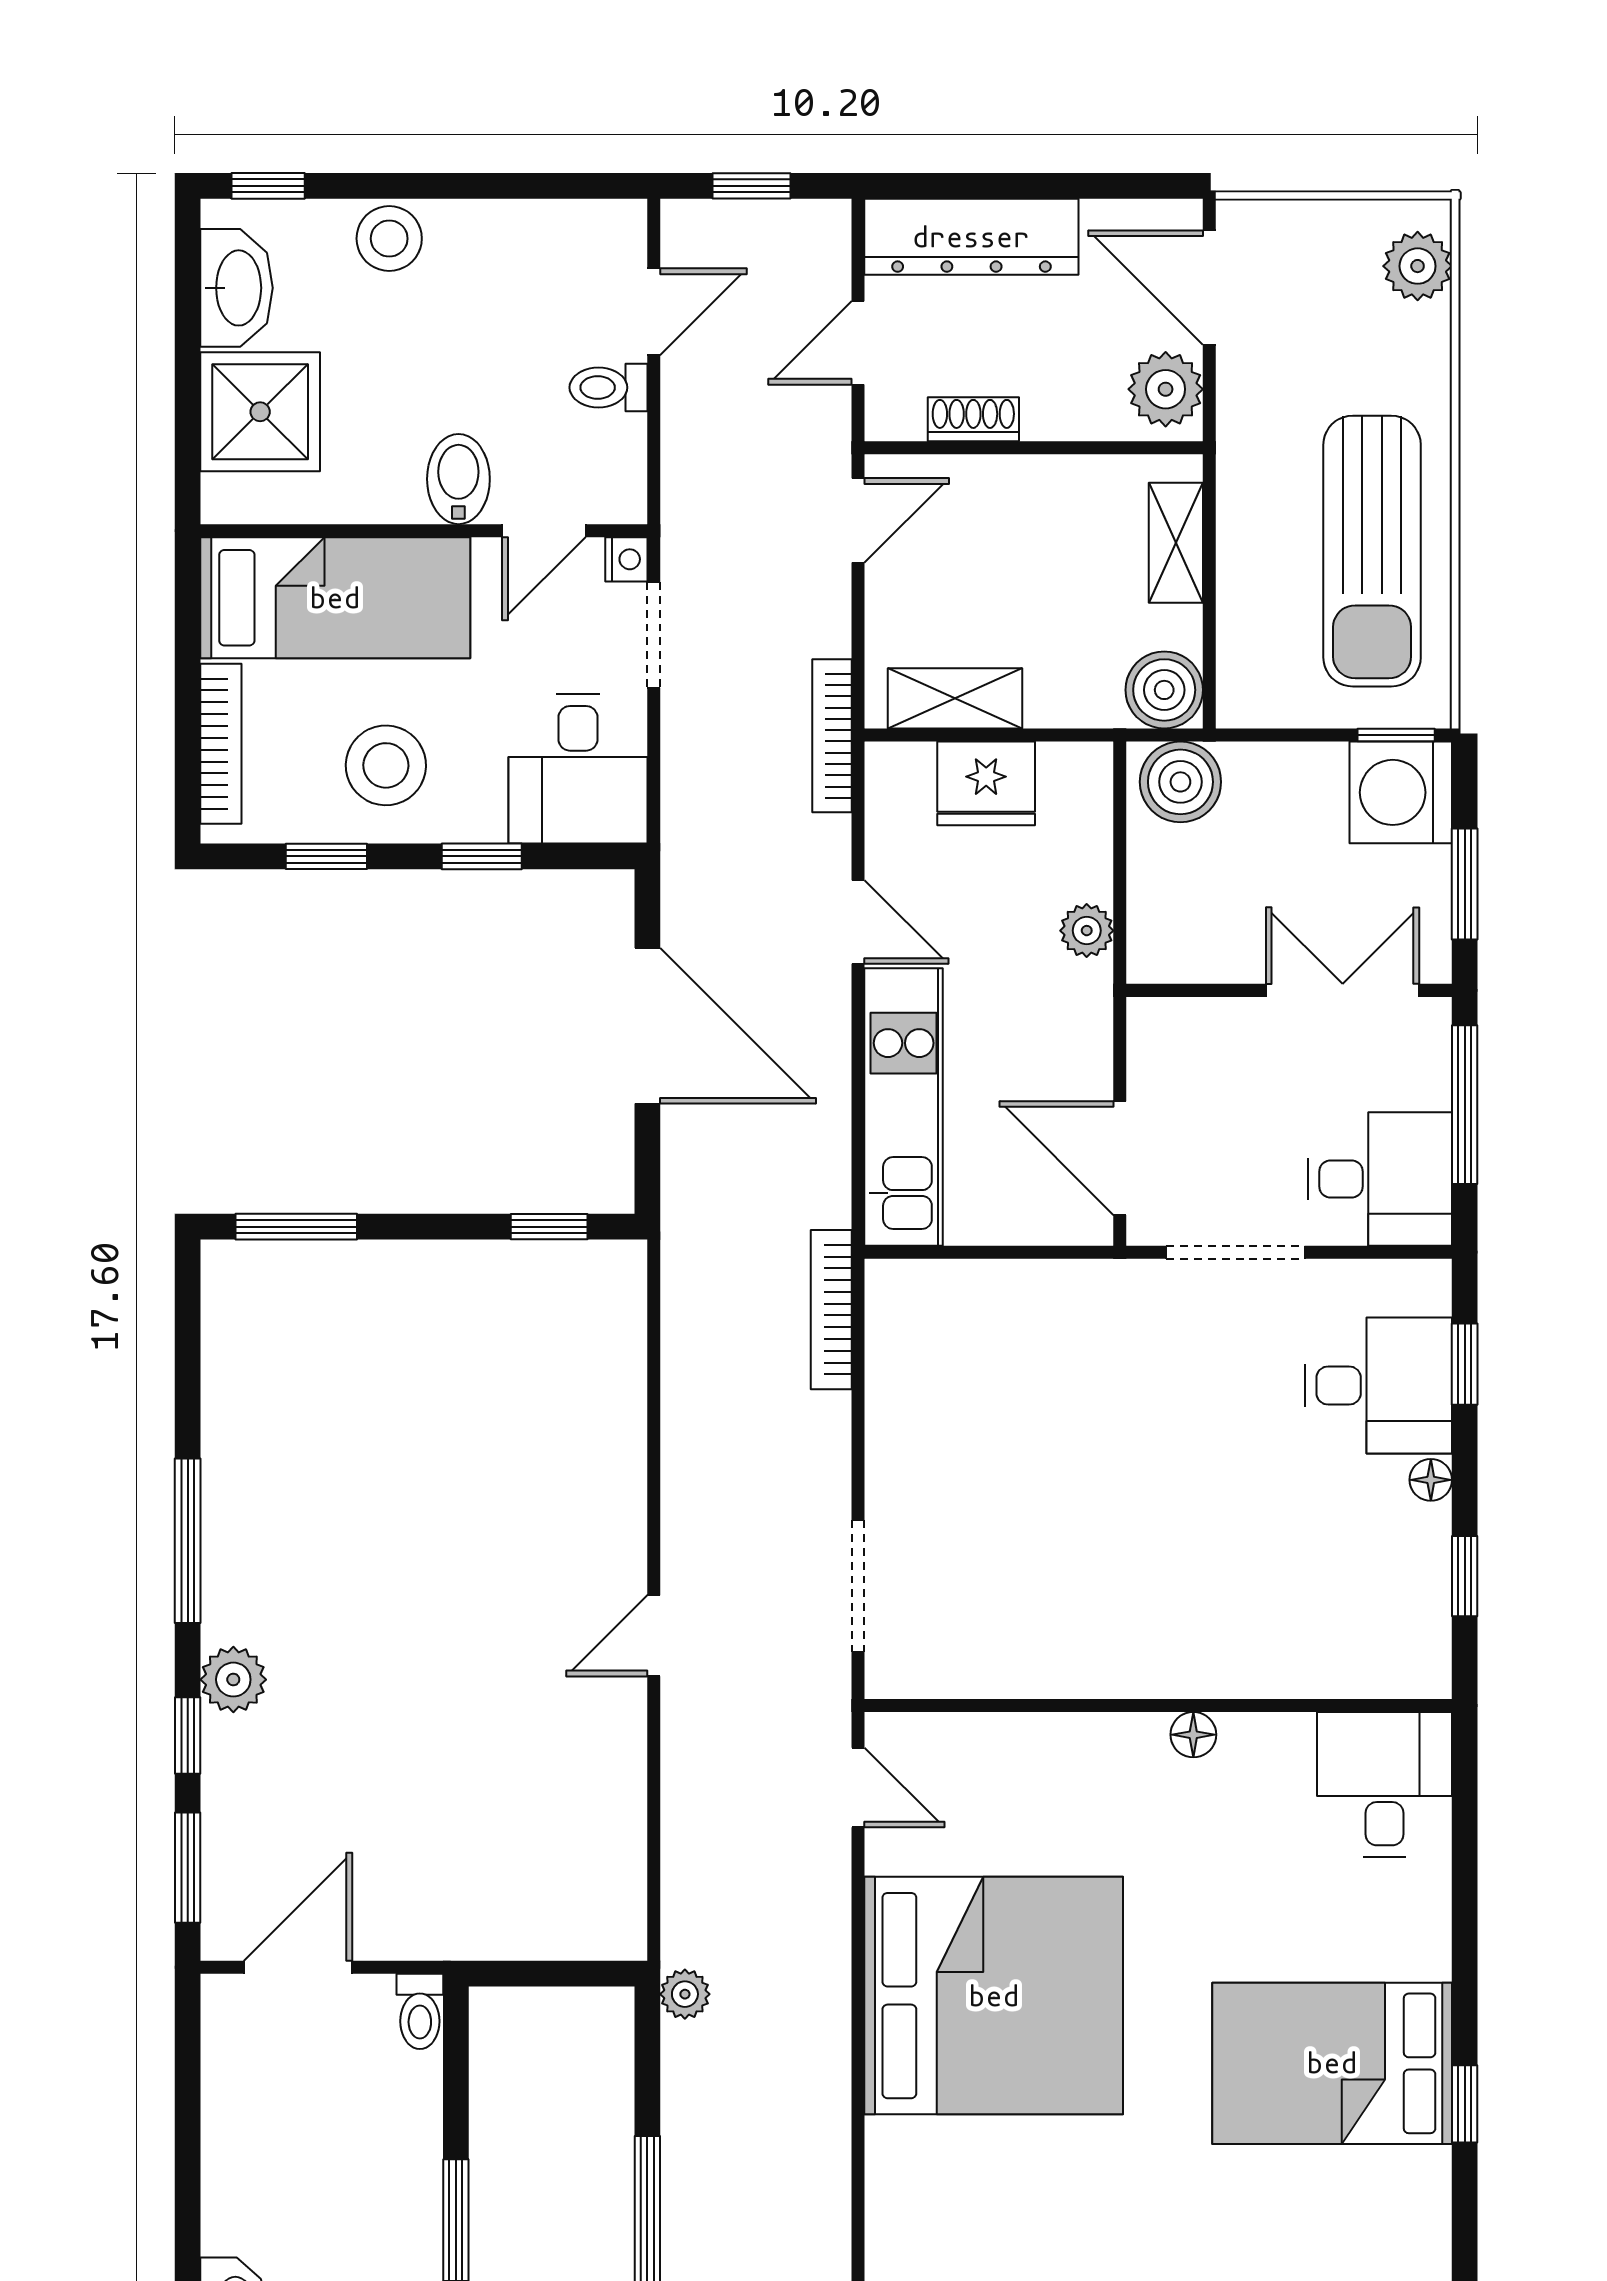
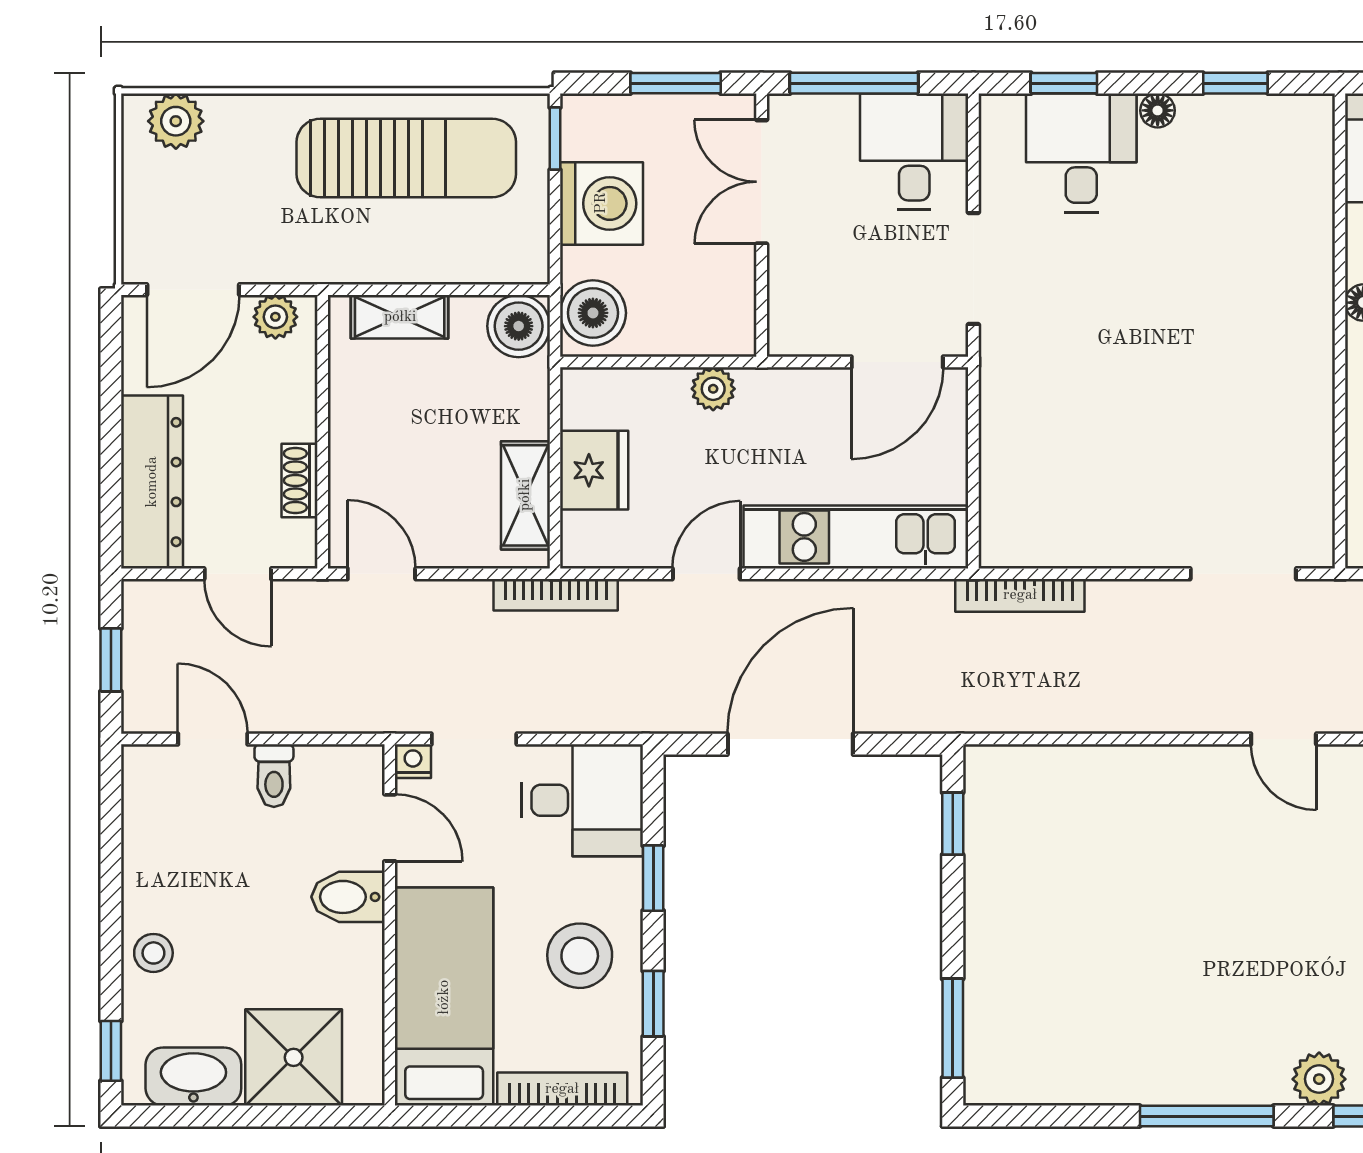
stool: (389, 239) -> (153, 953), width x0.73, depth x0.73
plant: (1166, 389) -> (275, 317), width x0.73, depth x0.73
washing machine: (1401, 792) -> (601, 203), moved, turned -90

